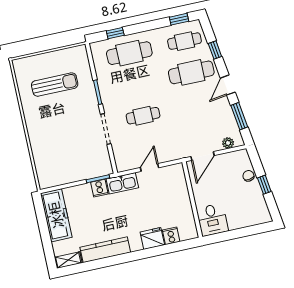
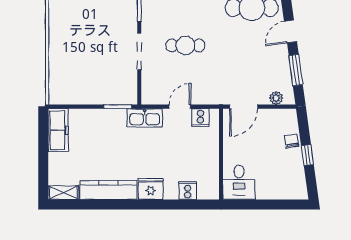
cooker: (99, 188) -> (200, 118), moved
freezer: (56, 215) -> (58, 130), width x0.73, depth x0.79
fridge: (152, 238) -> (151, 189), moved

